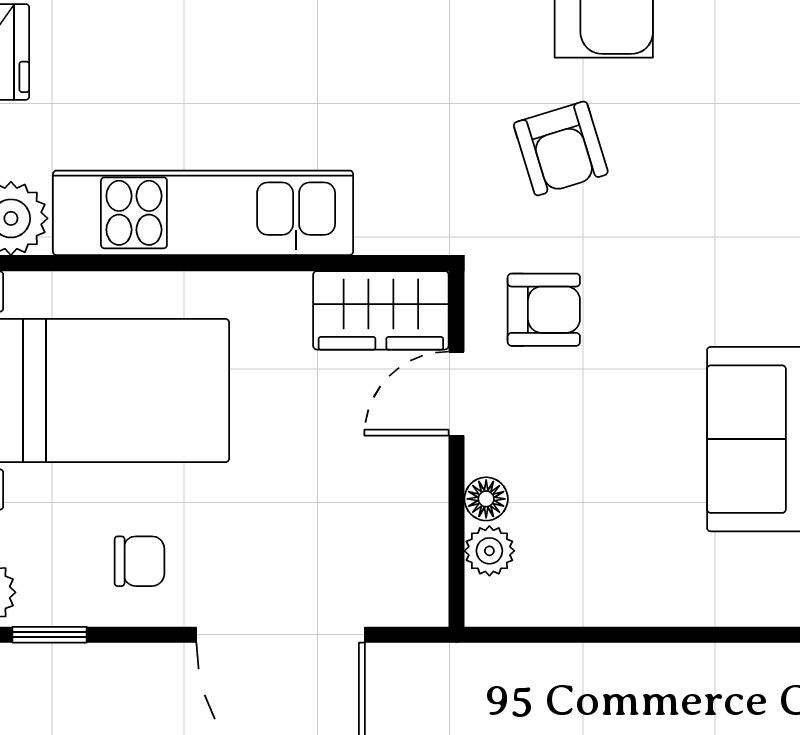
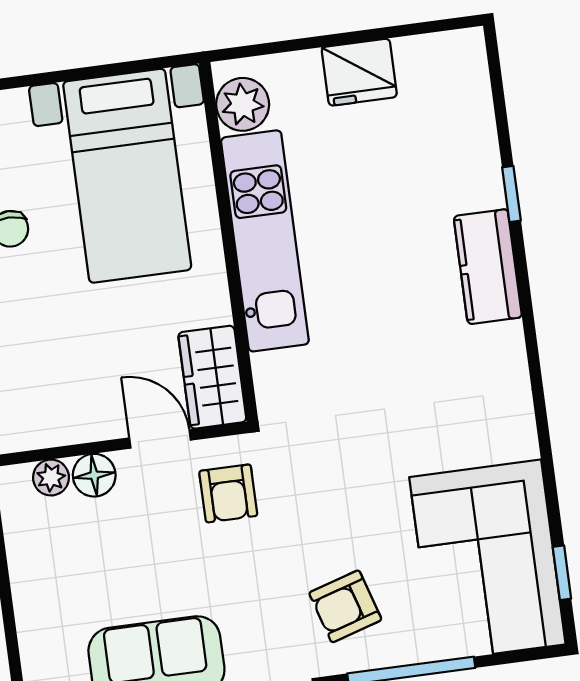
armchair: (561, 148) -> (345, 606), moved
floor lamp: (486, 499) -> (94, 475), width x1.37, depth x1.37

